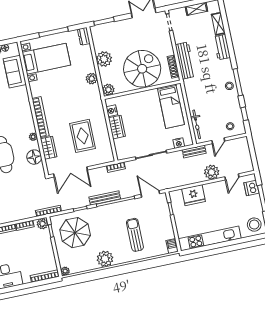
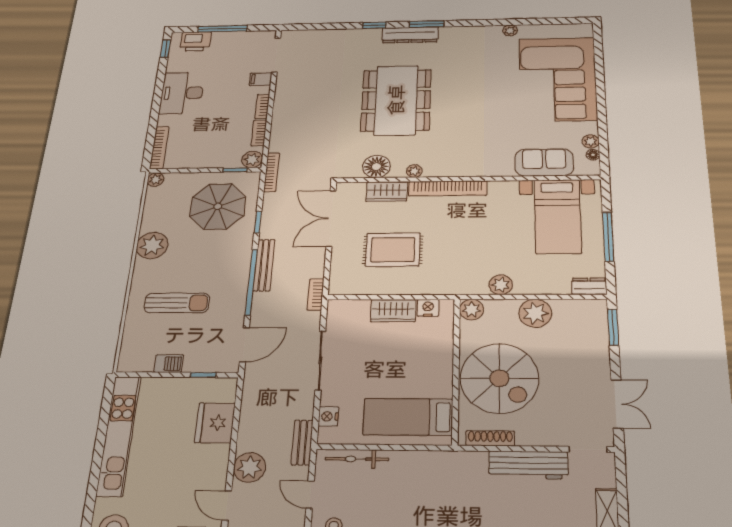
workbench: (185, 61) -> (528, 465), moved
barbecue: (172, 246) -> (169, 364), moved

